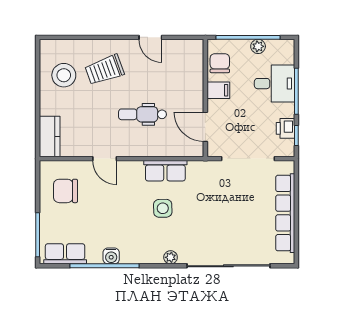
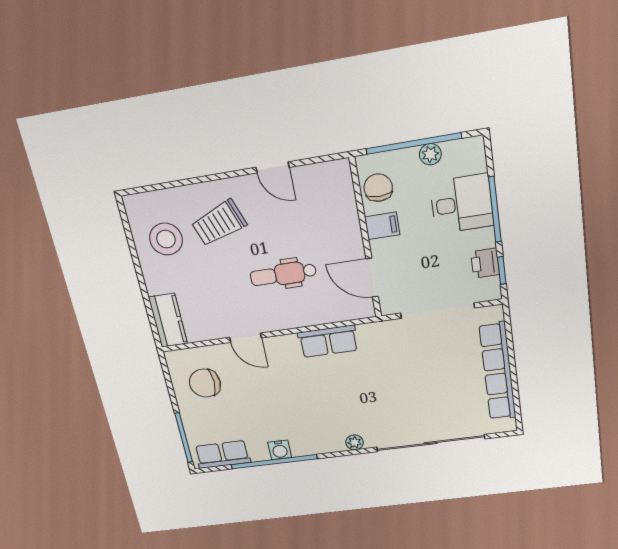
side table: (163, 208) -> (334, 387), removed

